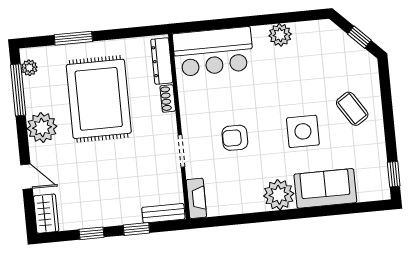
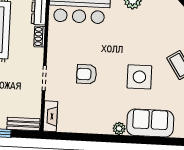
plant: (279, 195) -> (119, 129), width x0.53, depth x0.53

